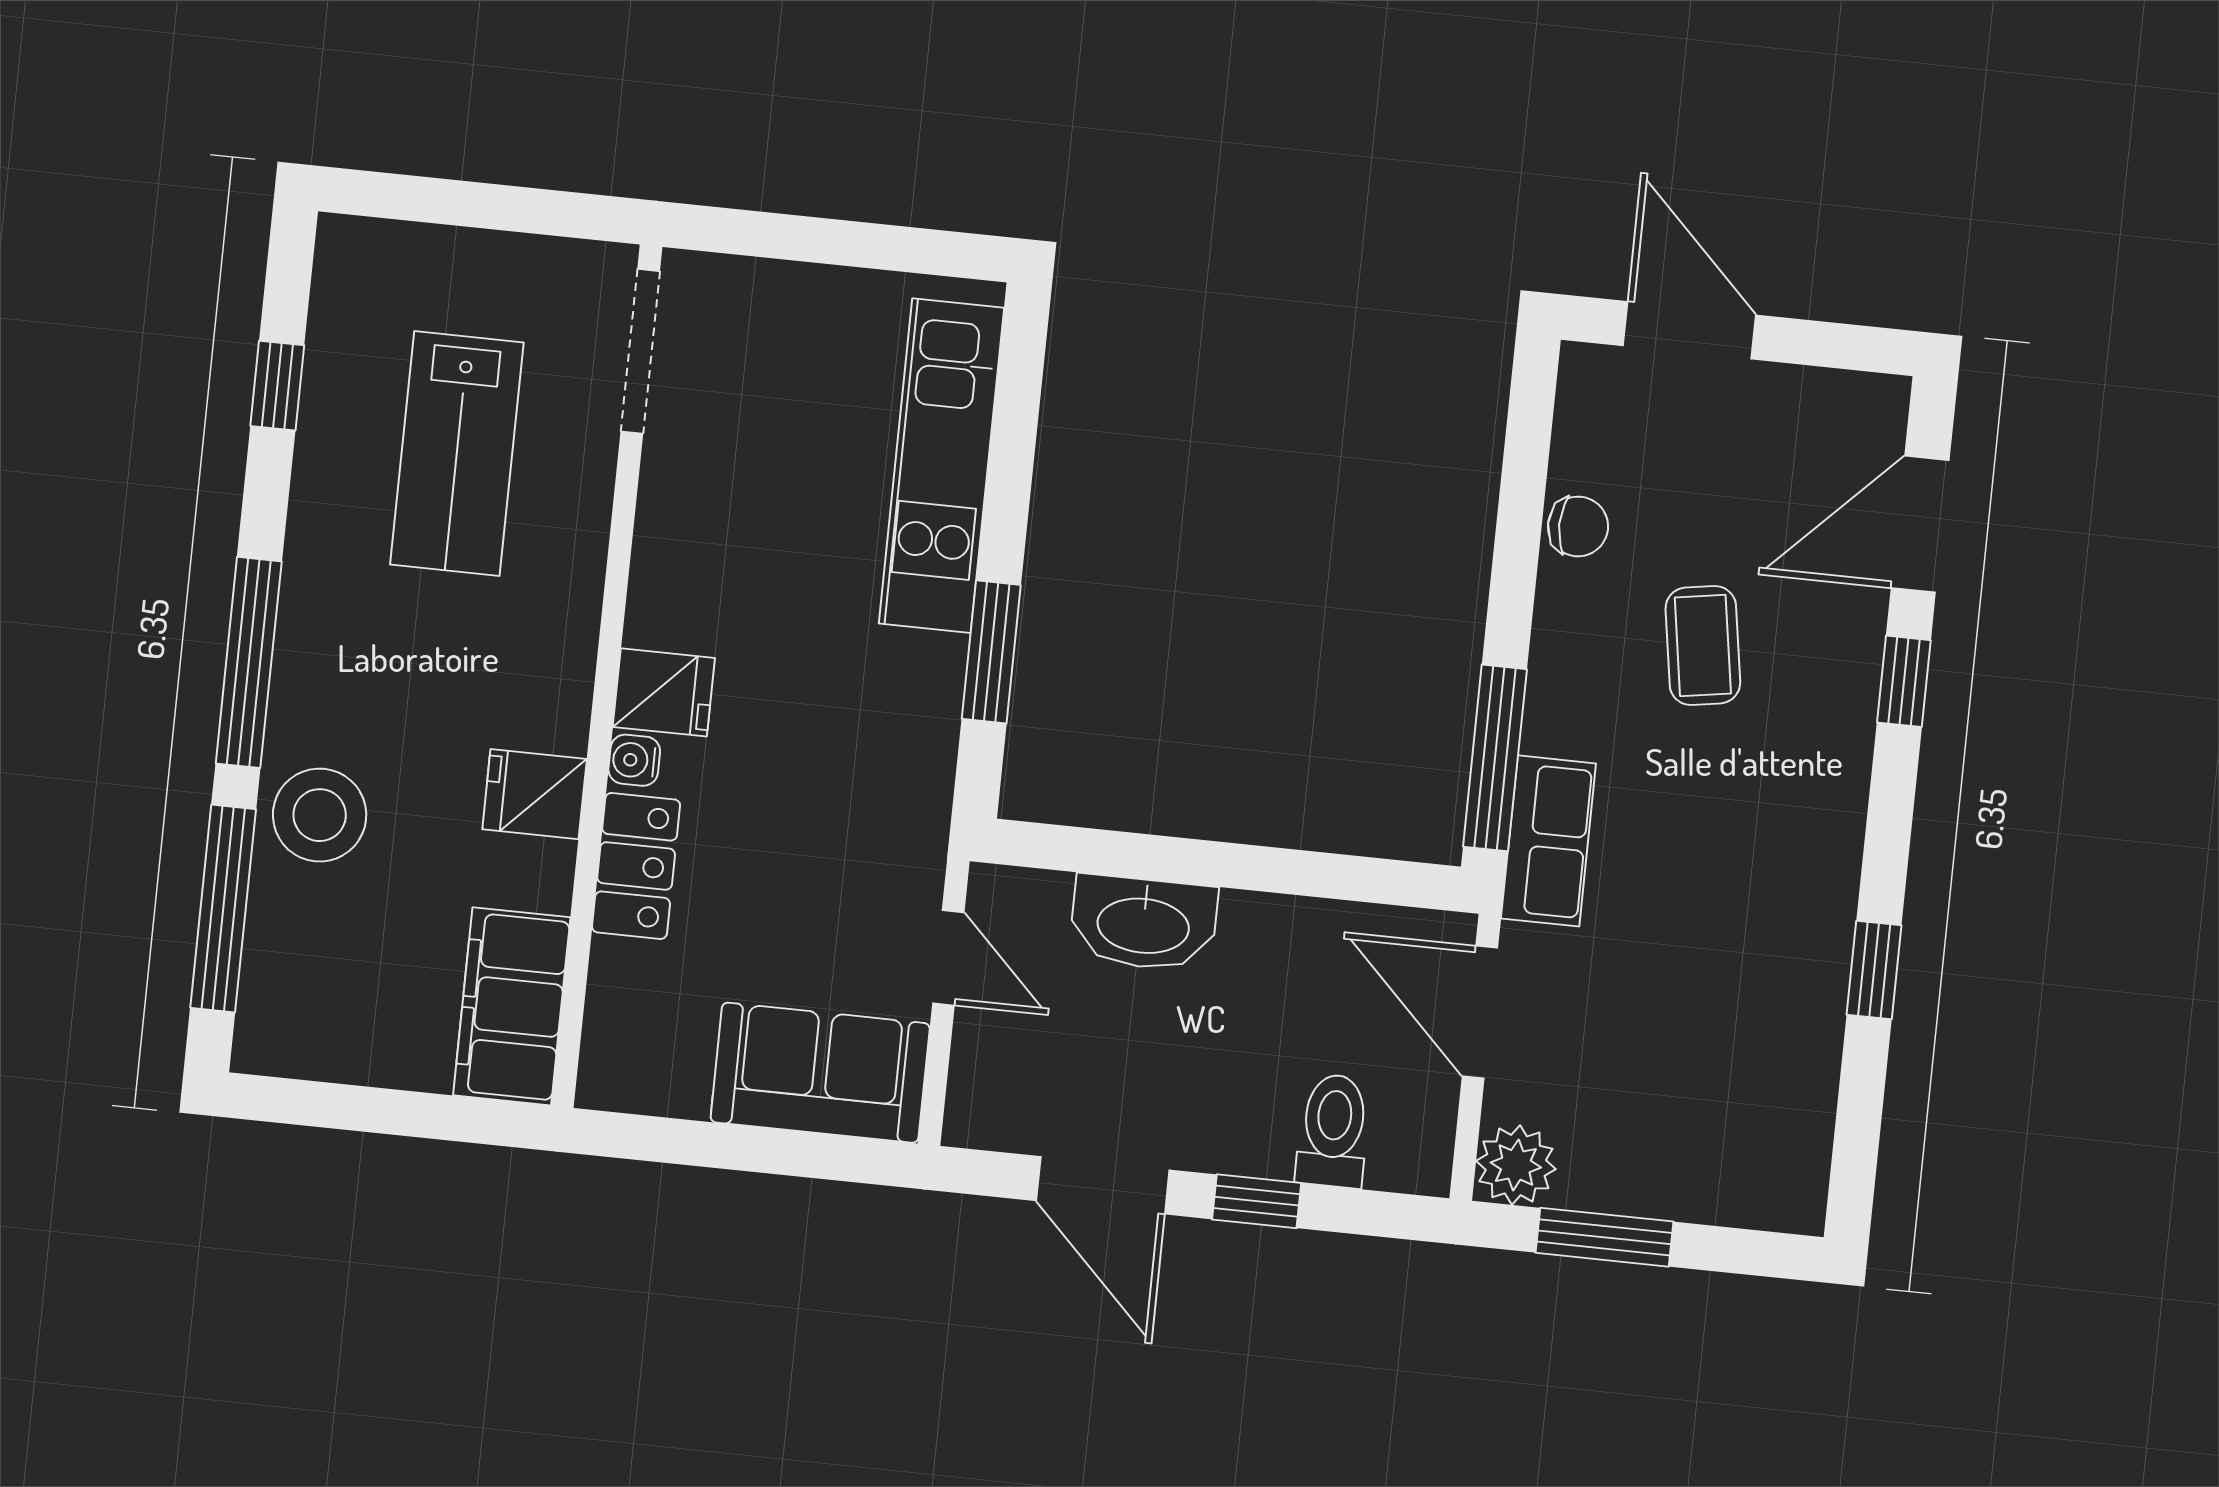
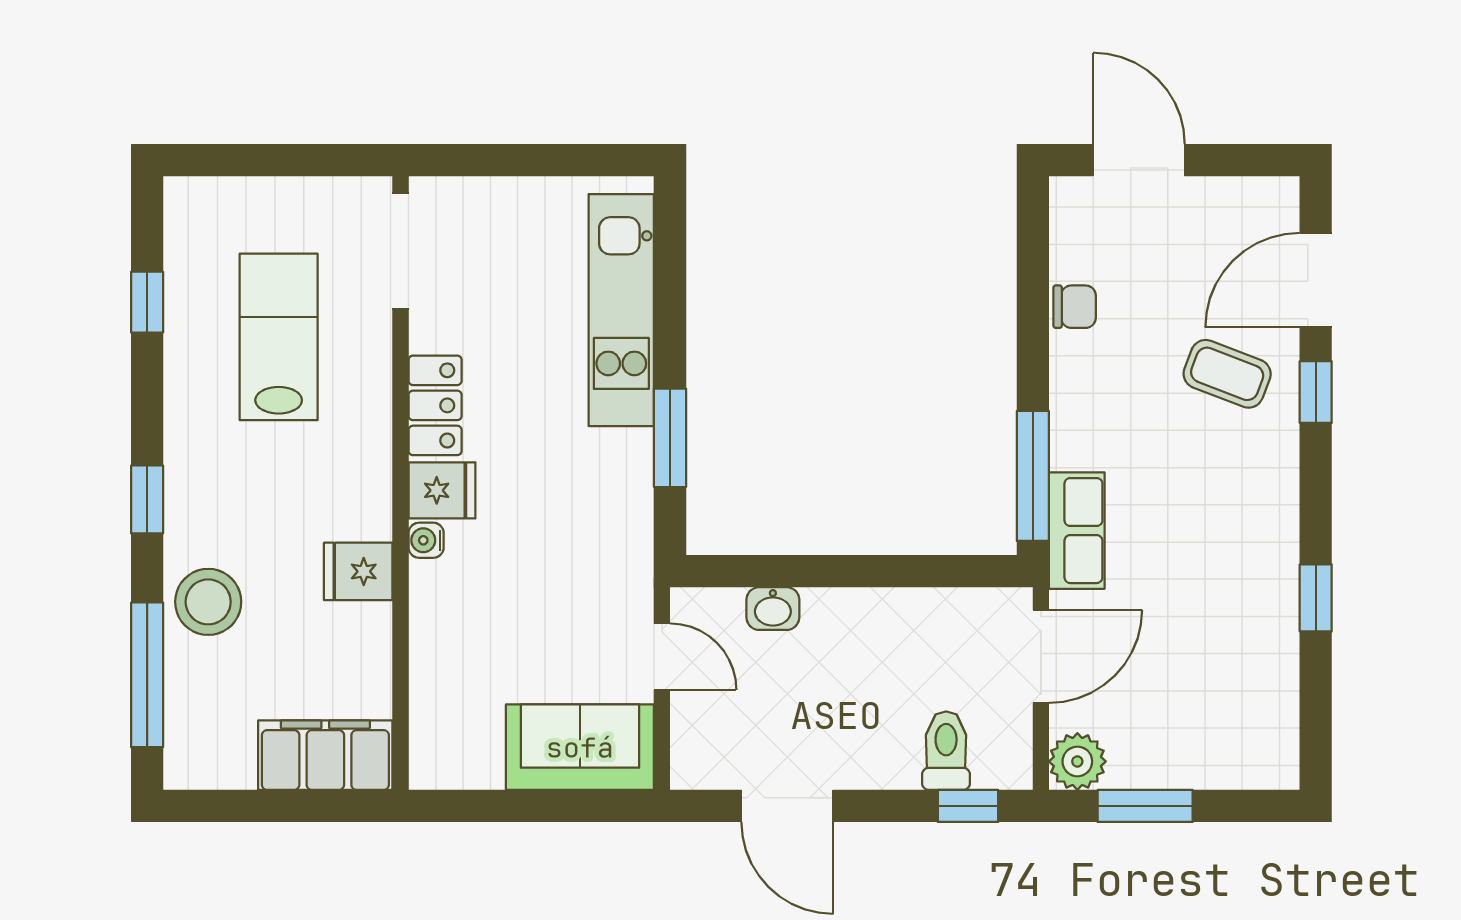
lab bench: (457, 453) -> (279, 337), turned 180
coffee table: (1703, 645) -> (1227, 374), moved, turned -60
window: (249, 662) -> (147, 499), width x0.46
locker: (636, 866) -> (435, 405), moved
washbasin: (1143, 923) -> (773, 609), width x0.52, depth x0.69
filing cabinet: (512, 1006) -> (325, 755), moved, turned 90
door: (1480, 1012) -> (1041, 656), swing flipped
window: (1257, 1201) -> (968, 806), moved

